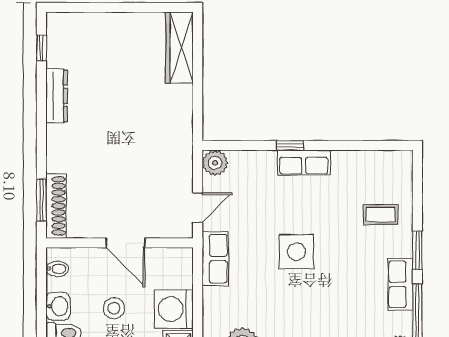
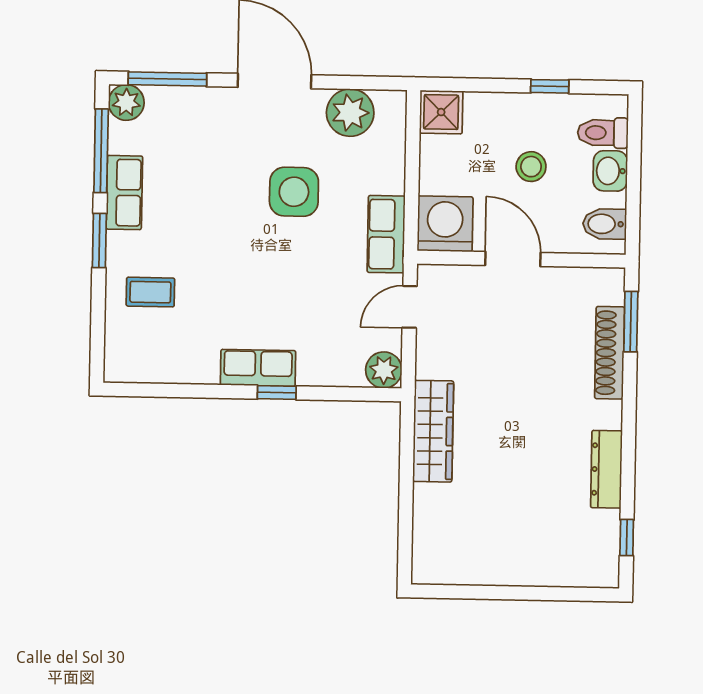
wardrobe: (179, 48) -> (433, 431), moved
shoe rack: (56, 206) -> (610, 353), moved
side table: (296, 252) -> (294, 192), moved
bidet: (57, 269) -> (605, 224), width x1.38, depth x1.36
washing machine: (174, 309) -> (445, 224), moved, turned -90

